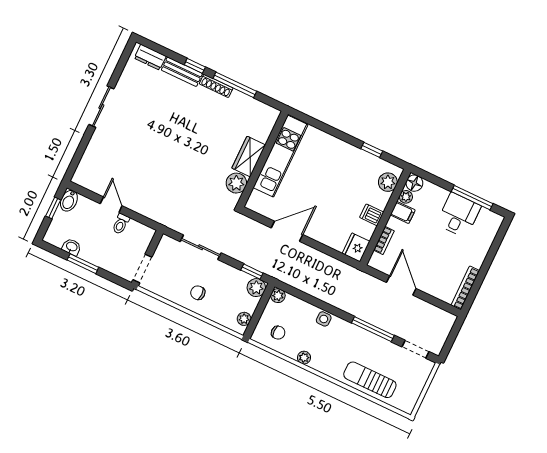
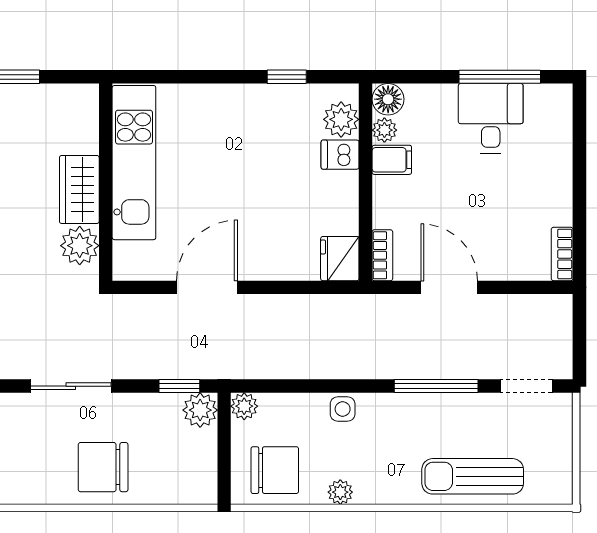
dishwasher: (372, 215) -> (340, 155), moved
bookcase: (384, 241) -> (382, 255), moved
bookcase: (465, 288) -> (562, 254), width x0.64
chair: (198, 293) -> (103, 467), width x1.87, depth x1.87
plant: (244, 319) -> (205, 474), removed
chair: (278, 333) -> (275, 470), width x1.87, depth x1.87

